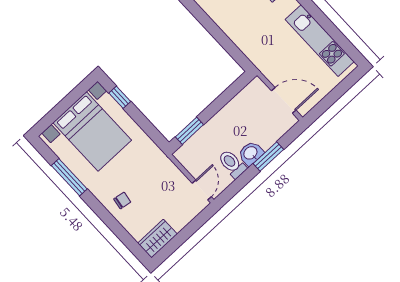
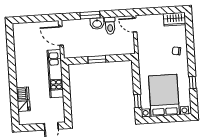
kitchen unit: (320, 41) -> (55, 74), moved, turned 180
window: (189, 131) -> (97, 59), moved
window: (69, 177) -> (193, 82), width x0.46
door: (202, 190) -> (135, 25), hinge flipped

